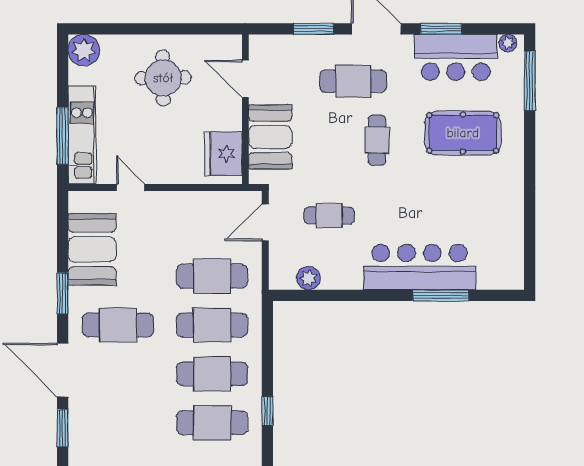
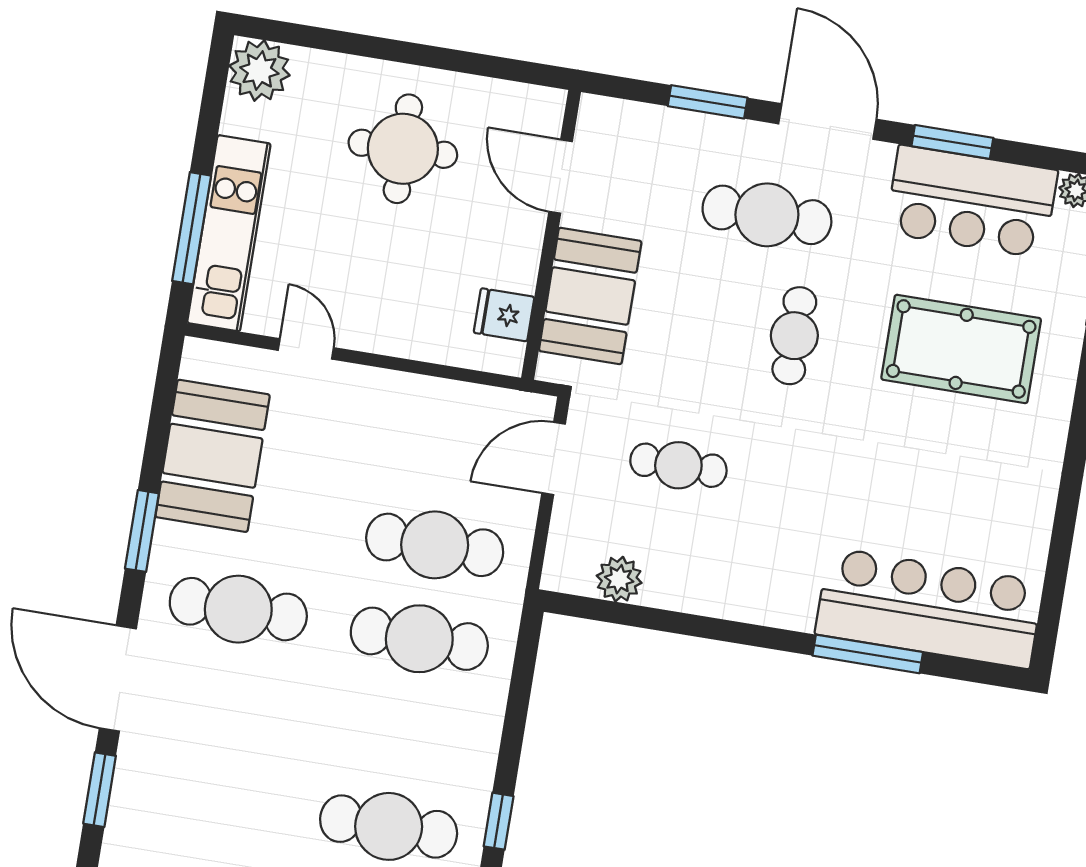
fridge: (223, 154) -> (504, 315), width x0.53, depth x0.75
bar counter: (419, 267) -> (929, 608), moved
cafe table: (212, 374) -> (404, 733), removed

